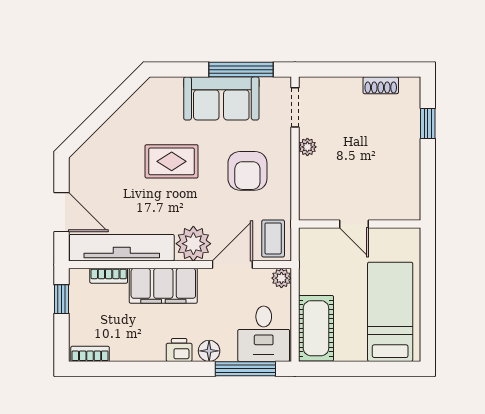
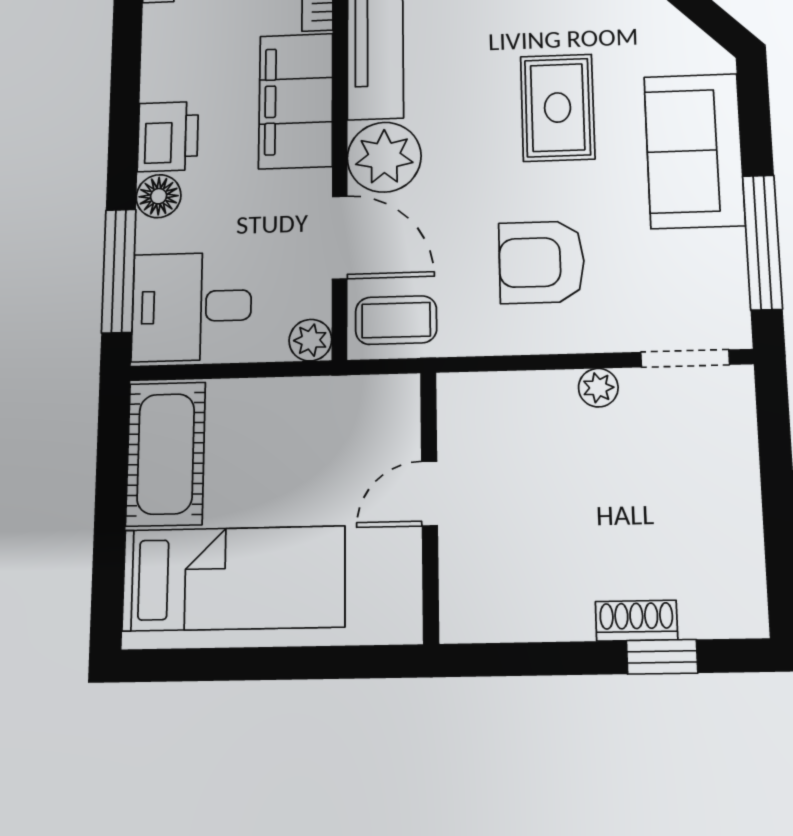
shoe rack: (381, 85) -> (636, 621), moved, turned 90
sofa: (221, 98) -> (694, 151), moved
cot: (316, 328) -> (166, 454), moved, turned 90
printer: (179, 350) -> (168, 136), width x1.36, depth x1.24

